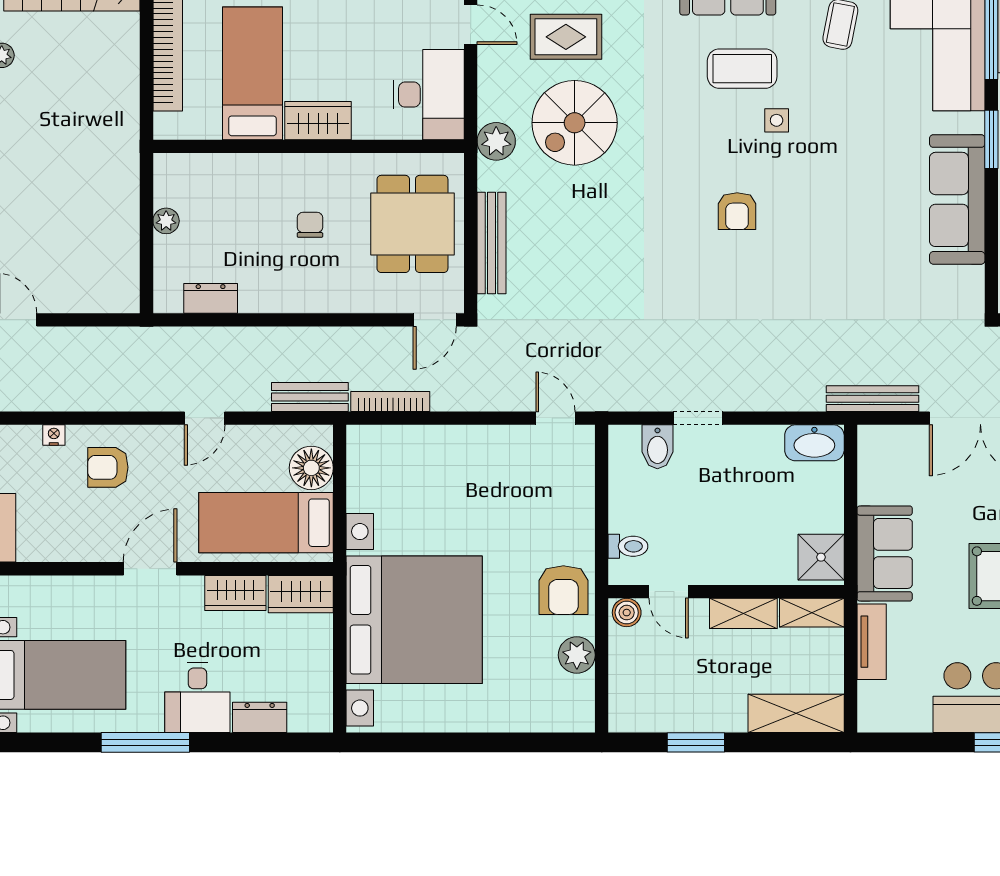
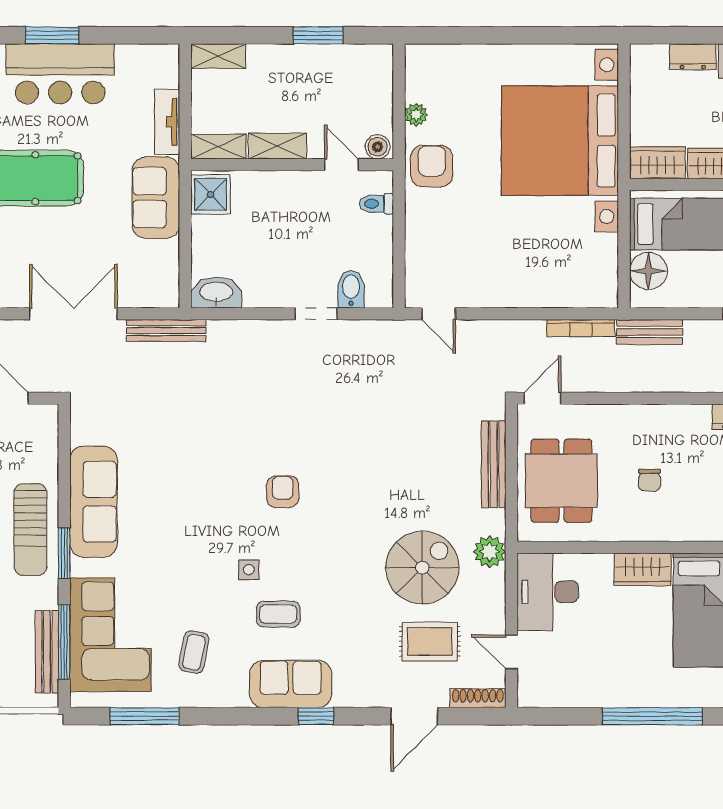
coffee table: (742, 69) -> (278, 614), width x0.73, depth x0.77
plant: (577, 655) -> (416, 115), width x0.73, depth x0.73
shelving: (796, 713) -> (218, 56), width x0.67, depth x0.75

